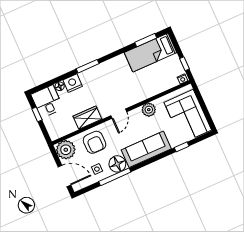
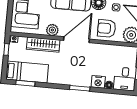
door: (119, 114) -> (77, 40), width x1.88
wardrobe: (87, 118) -> (43, 45), moved, width x1.50
armchair: (95, 142) -> (107, 28), turned -90

